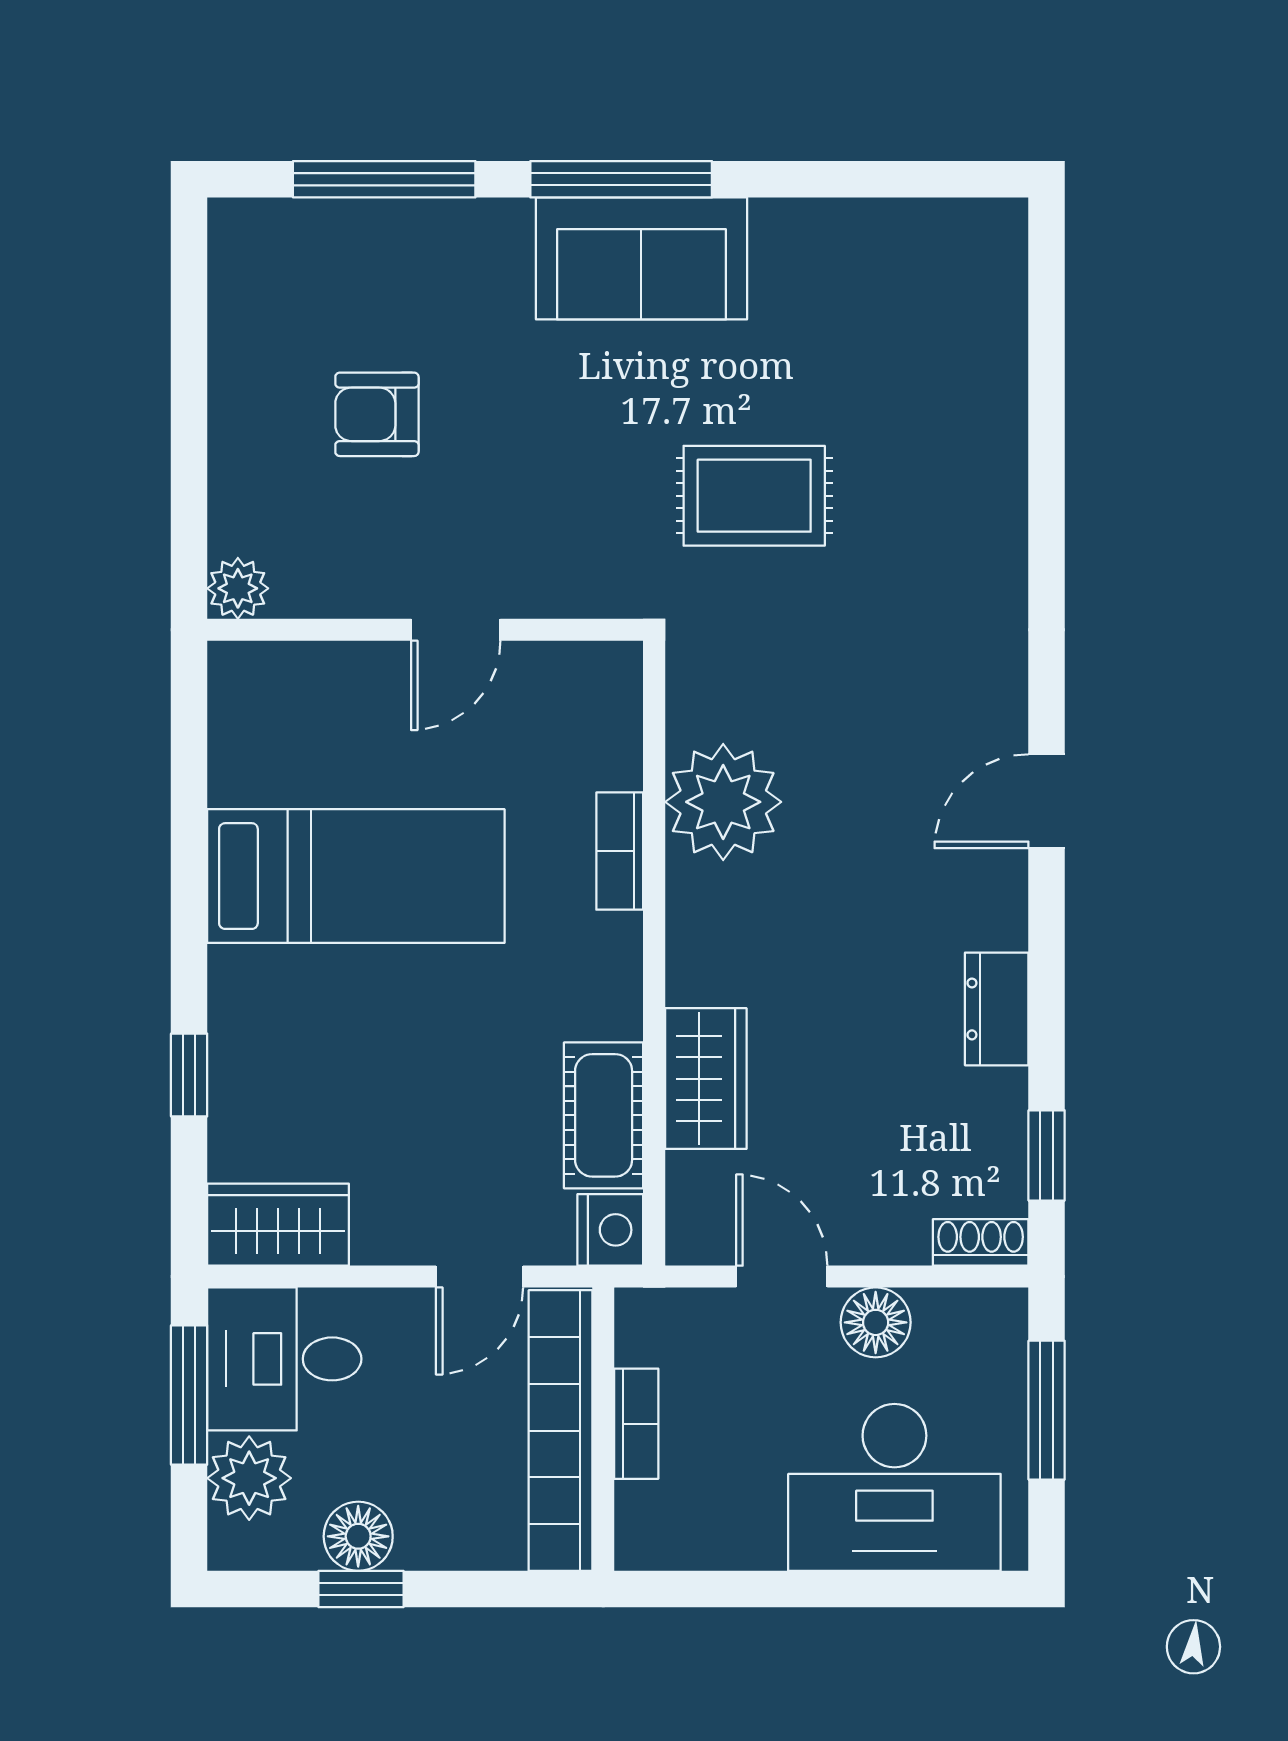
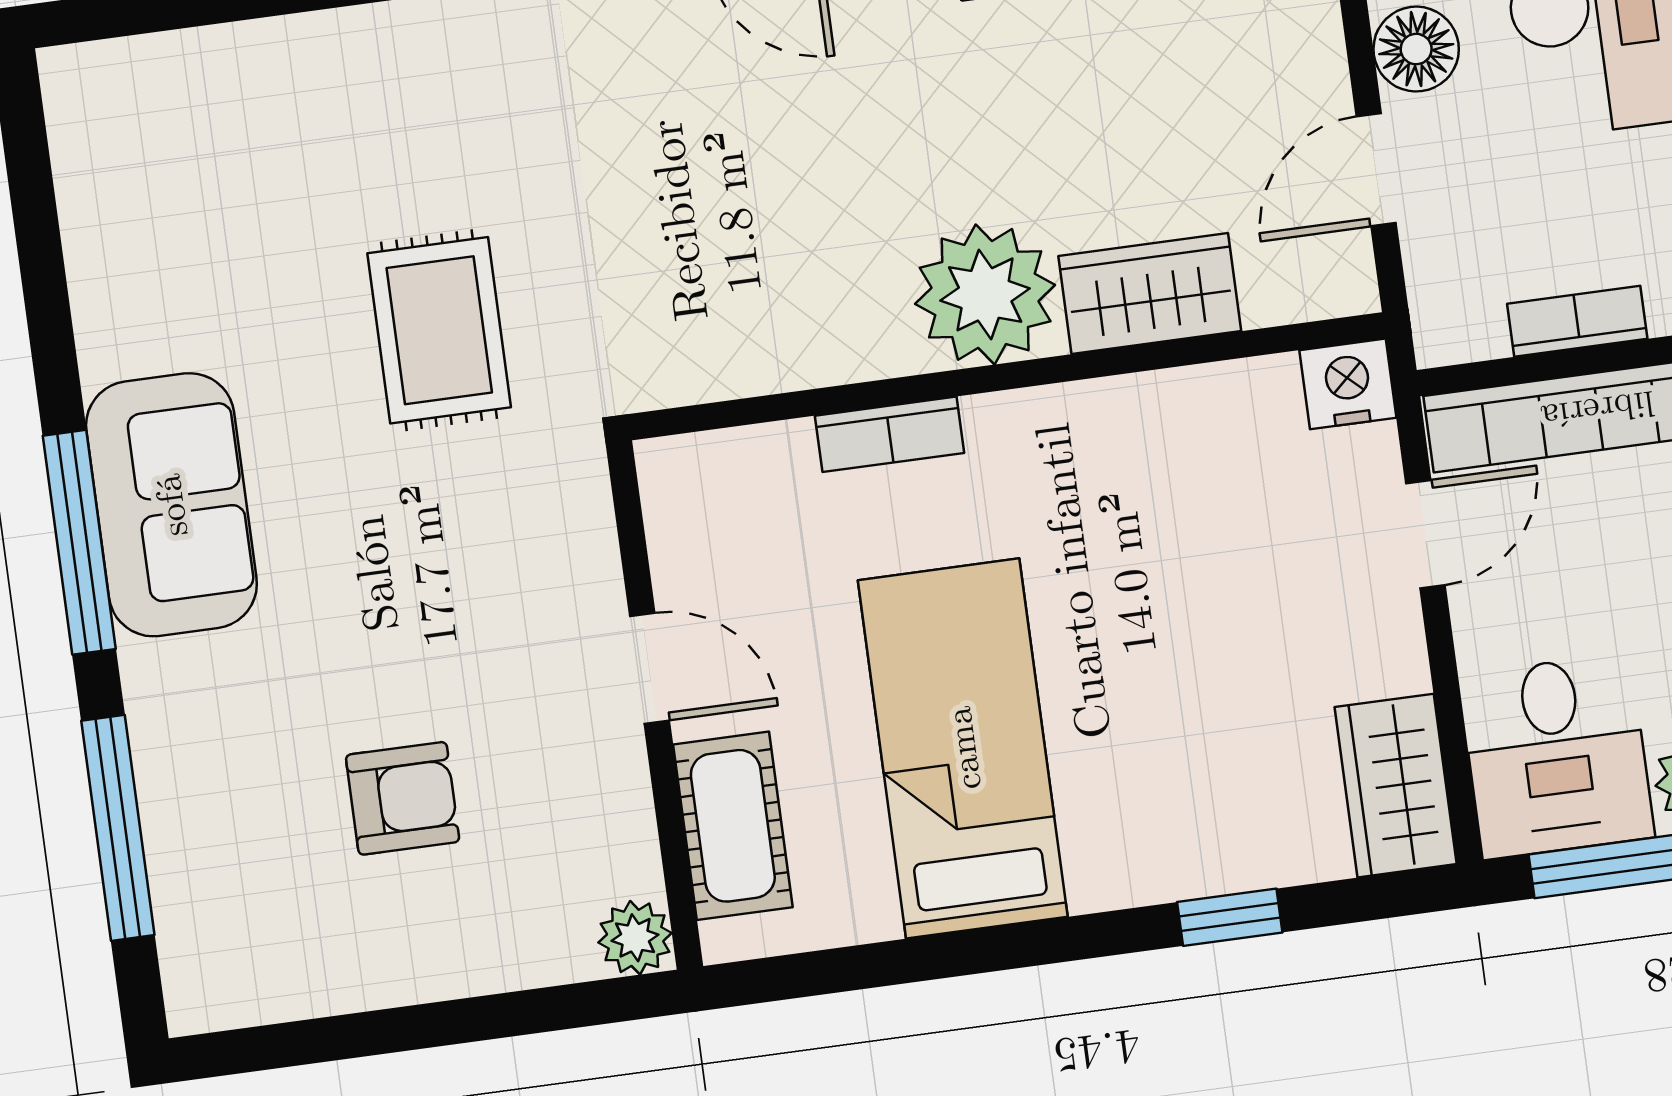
armchair: (377, 414) -> (403, 798), turned -90
plant: (723, 802) -> (985, 294), moved
cot: (604, 1115) -> (733, 826), moved, turned 90
door: (480, 1277) -> (1425, 534), hinge flipped

